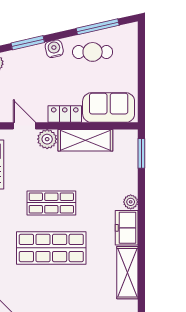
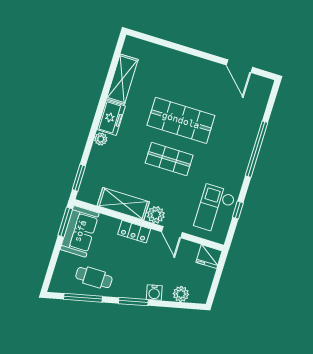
window: (28, 43) -> (133, 302), moved
water cooler: (54, 49) -> (154, 293), moved
window: (141, 102) -> (65, 222), added
sofa: (109, 108) -> (80, 231), moved, turned -90

